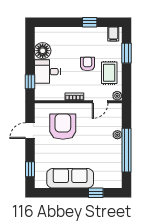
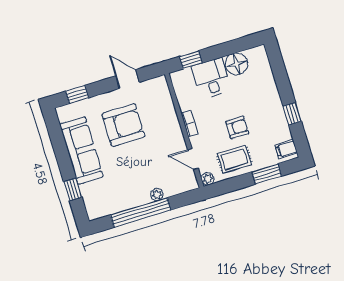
armchair: (63, 127) -> (123, 125), moved

